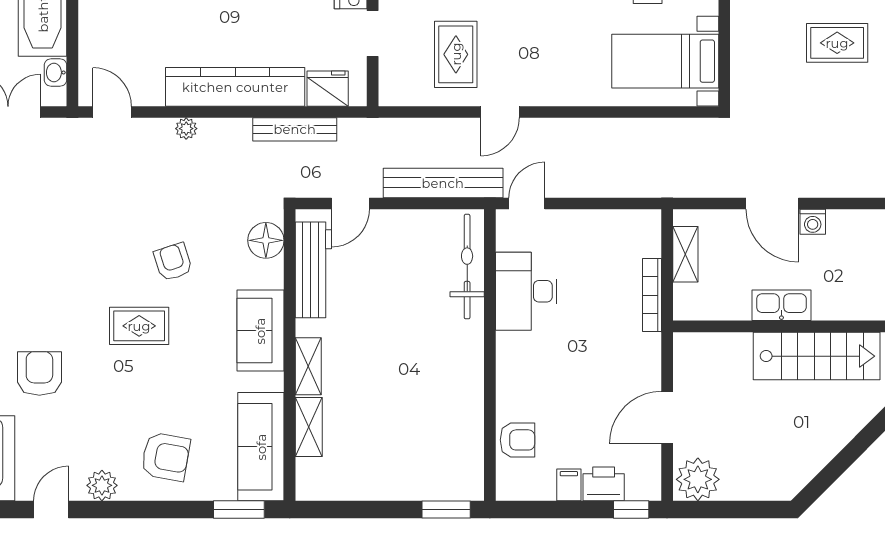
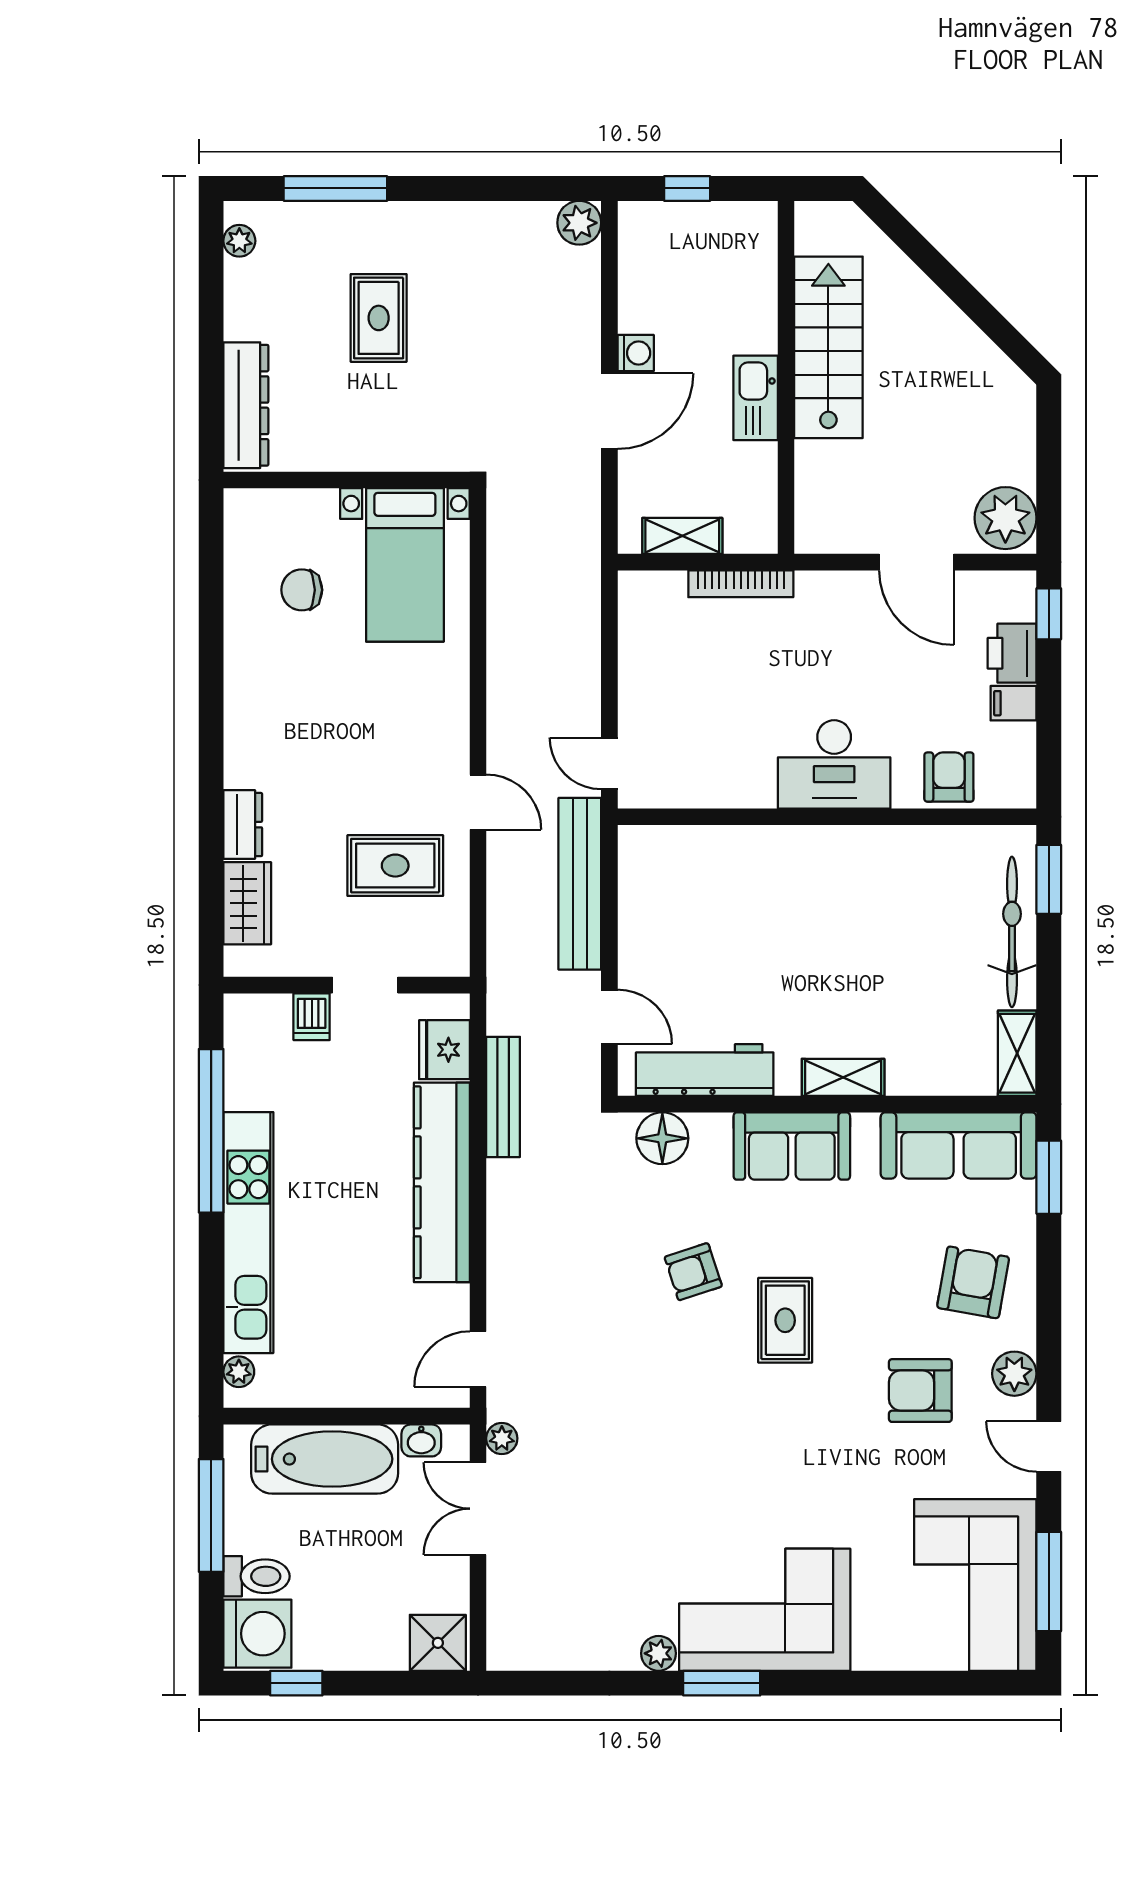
plant: (186, 129) -> (502, 1438), moved
bicycle: (467, 267) -> (1012, 932), moved, turned 90
desk: (526, 291) -> (834, 764), moved
armchair: (39, 373) -> (920, 1391), moved
shelving: (309, 427) -> (1017, 1053), moved, turned 90

